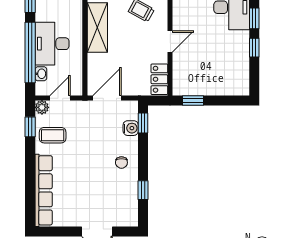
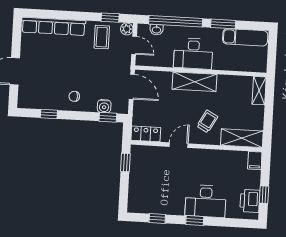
door: (170, 41) -> (179, 145), swing flipped
desk: (52, 44) -> (193, 54), moved, turned 180
window: (254, 48) -> (157, 218), moved

